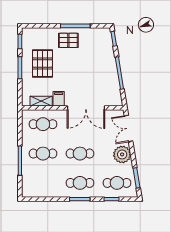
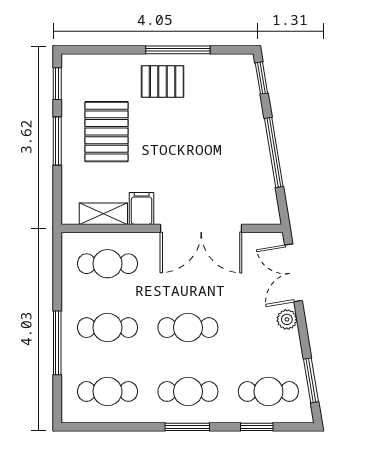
plant: (122, 154) -> (287, 319), width x0.53, depth x0.53
cafe table: (43, 183) -> (107, 391), added

